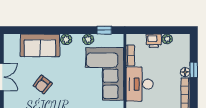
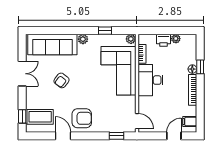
window: (104, 30) -> (105, 31), moved
plant: (88, 39) -> (131, 39), moved
sofa: (40, 45) -> (52, 44), width x1.36

